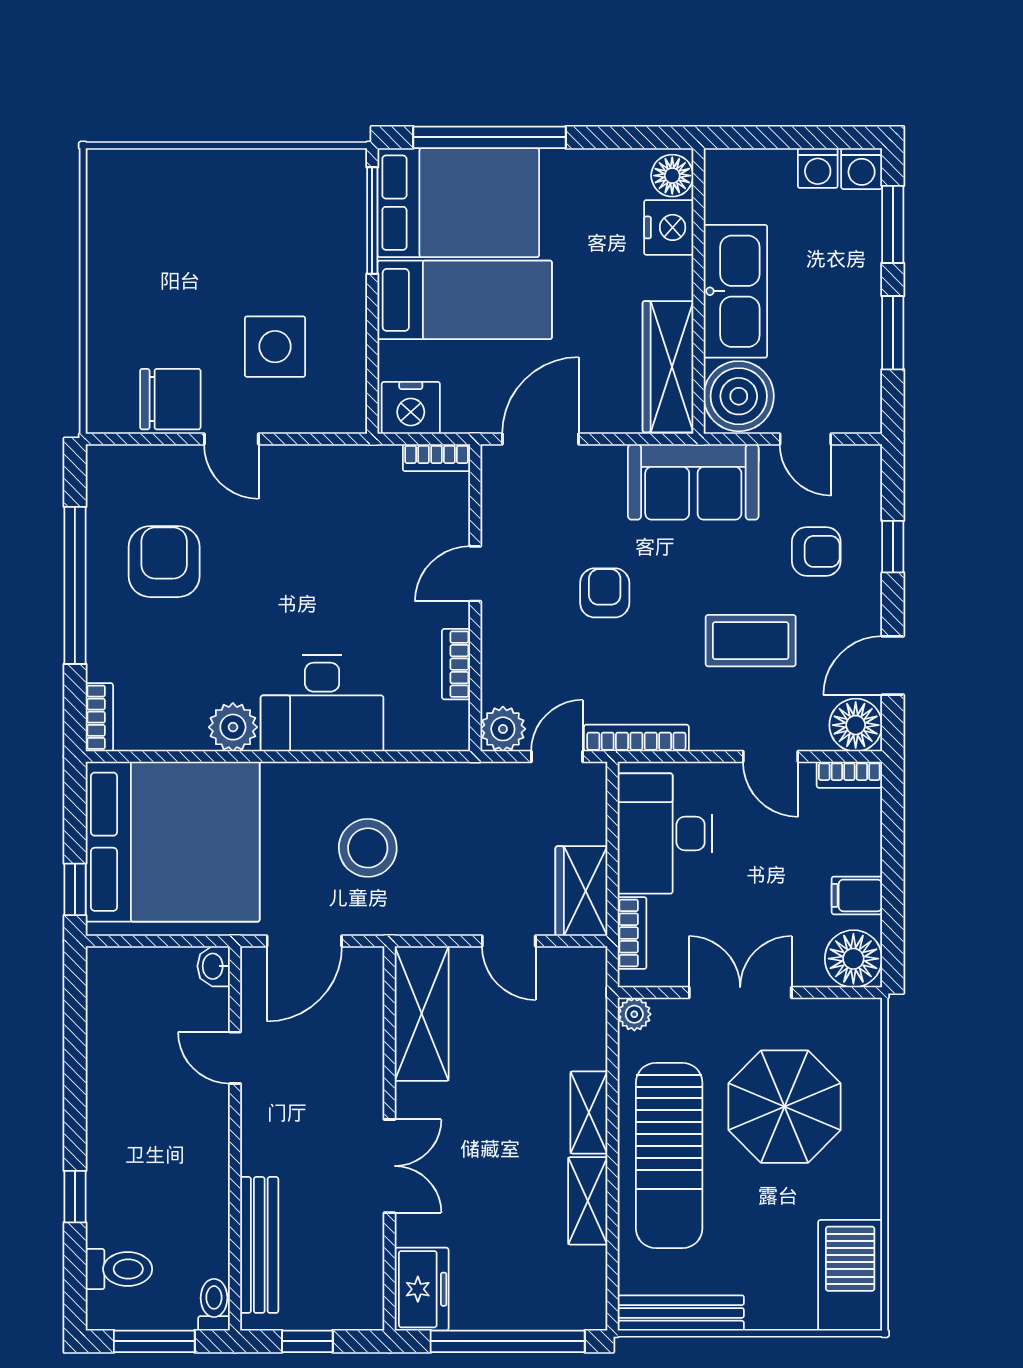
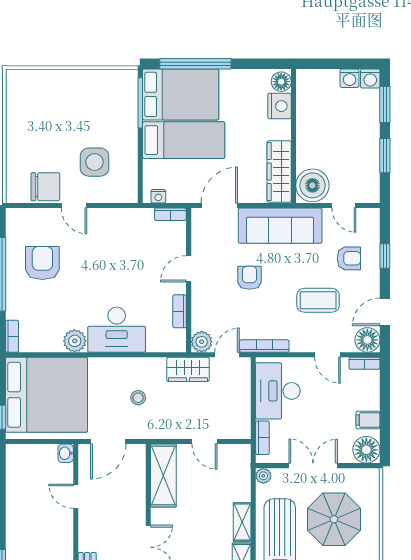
kitchen sink: (735, 291) -> (311, 136), removed
nightstand: (411, 408) -> (158, 196), width x0.53, depth x0.56
sofa: (693, 482) -> (280, 226), width x1.36
stool: (368, 848) -> (138, 398), width x0.53, depth x0.53
wardrobe: (581, 891) -> (188, 369), moved, turned -90

